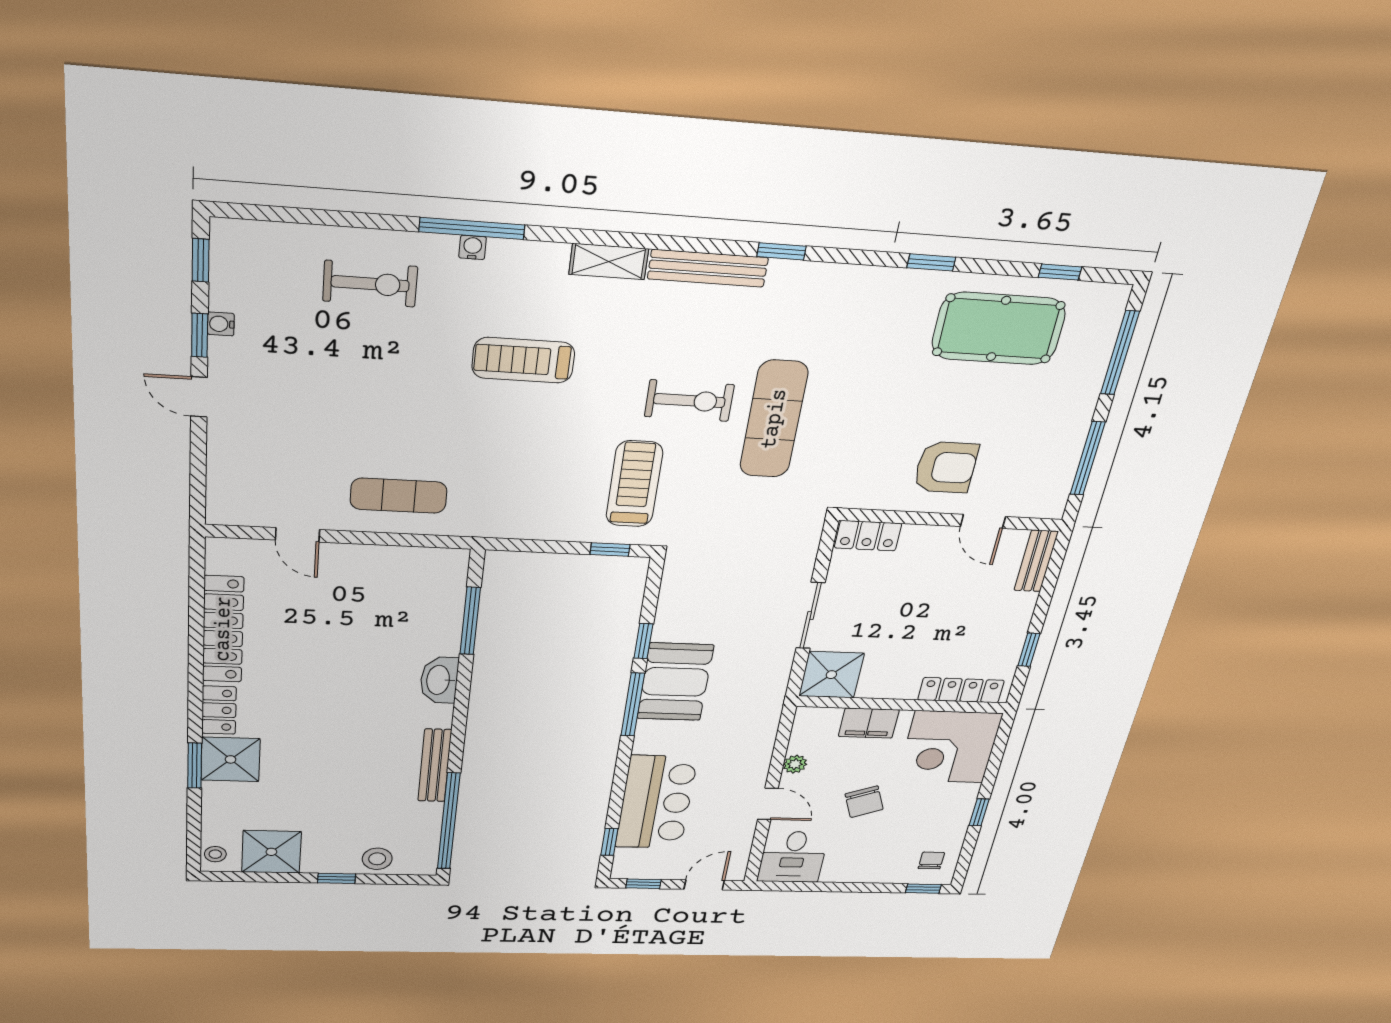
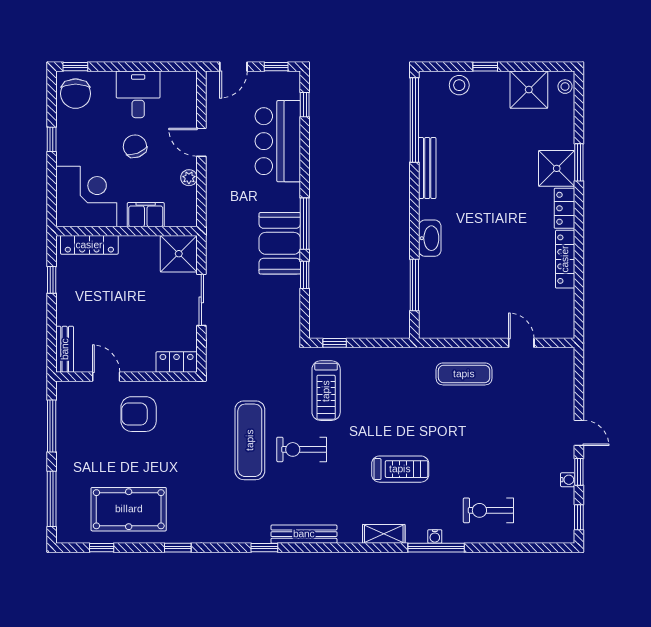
shelving: (609, 262) -> (384, 534), moved
locker: (223, 629) -> (565, 259), width x0.71, depth x0.83
desk: (793, 857) -> (138, 94), moved
chair: (931, 860) -> (76, 94), width x1.87, depth x1.87

